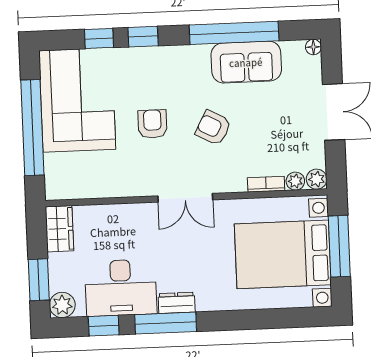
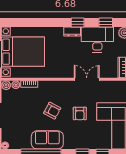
sofa: (246, 62) -> (47, 140), moved
double door: (185, 198) -> (87, 79), moved
window: (166, 323) -> (78, 23), width x0.46

